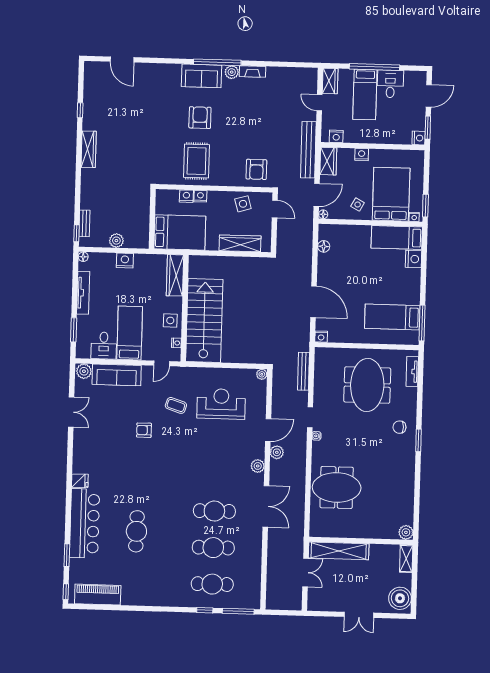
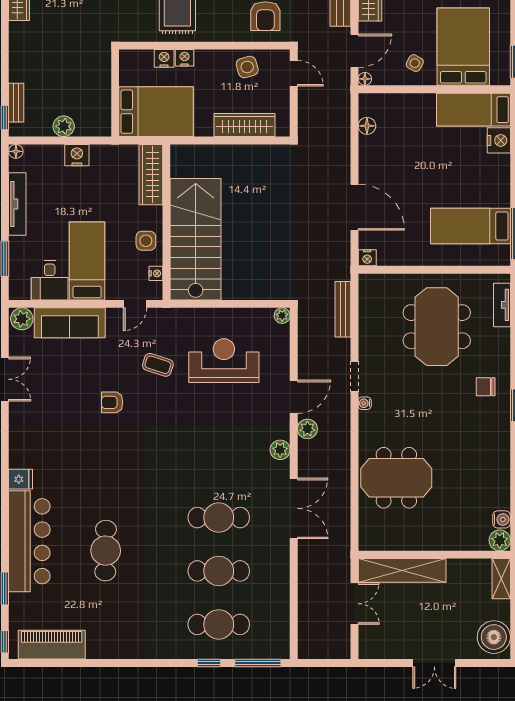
nightstand: (414, 217) -> (498, 79), removed
water cooler: (408, 518) -> (502, 519), added

